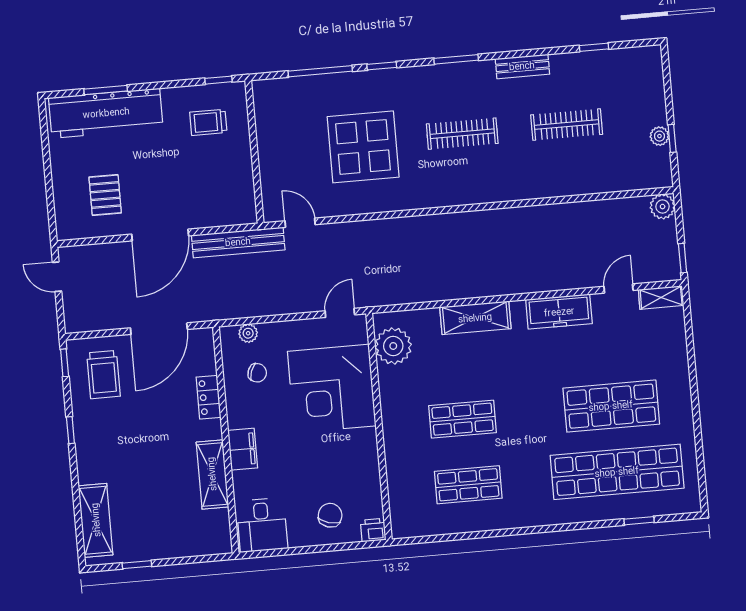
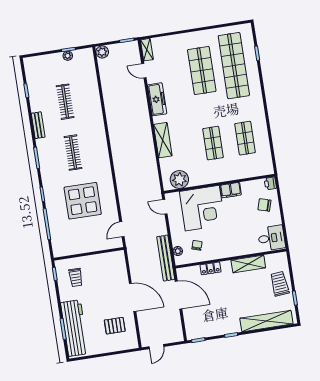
bench: (238, 242) -> (166, 258), moved
trolley: (104, 375) -> (280, 284), moved, turned -95
filing cabinet: (243, 449) -> (231, 190), moved, turned 180
shelving: (96, 520) -> (266, 321), width x1.47

